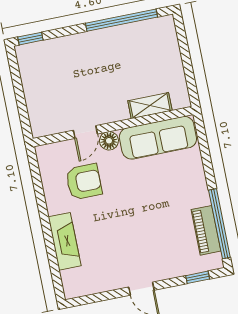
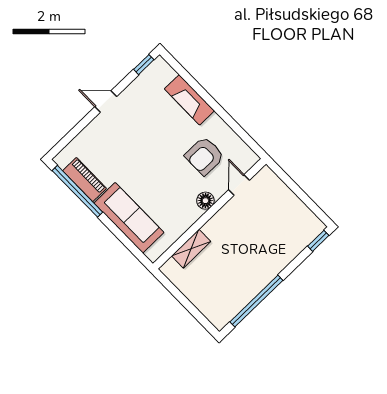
door: (85, 132) -> (239, 185), moved
sofa: (158, 138) -> (129, 218), moved, turned 90
window: (198, 277) -> (144, 65), moved

